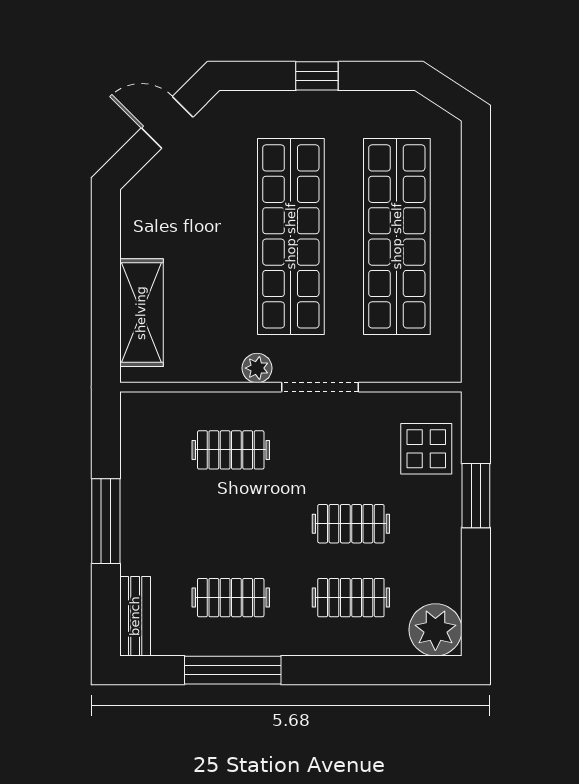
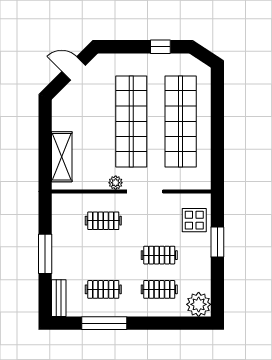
window: (317, 76) -> (160, 47), moved

